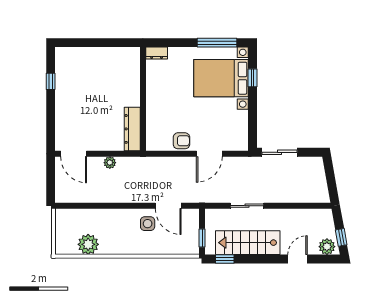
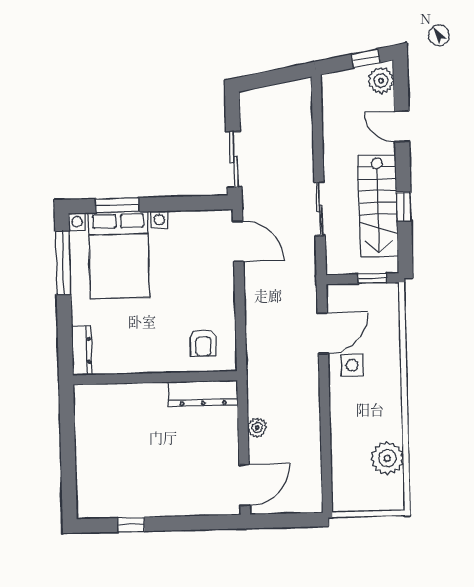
dresser: (157, 53) -> (82, 351), width x1.44
window: (253, 78) -> (117, 205), width x1.50
armchair: (181, 141) -> (203, 343), moved, turned 180
door: (209, 154) -> (238, 241), moved
window: (225, 259) -> (404, 207), moved

